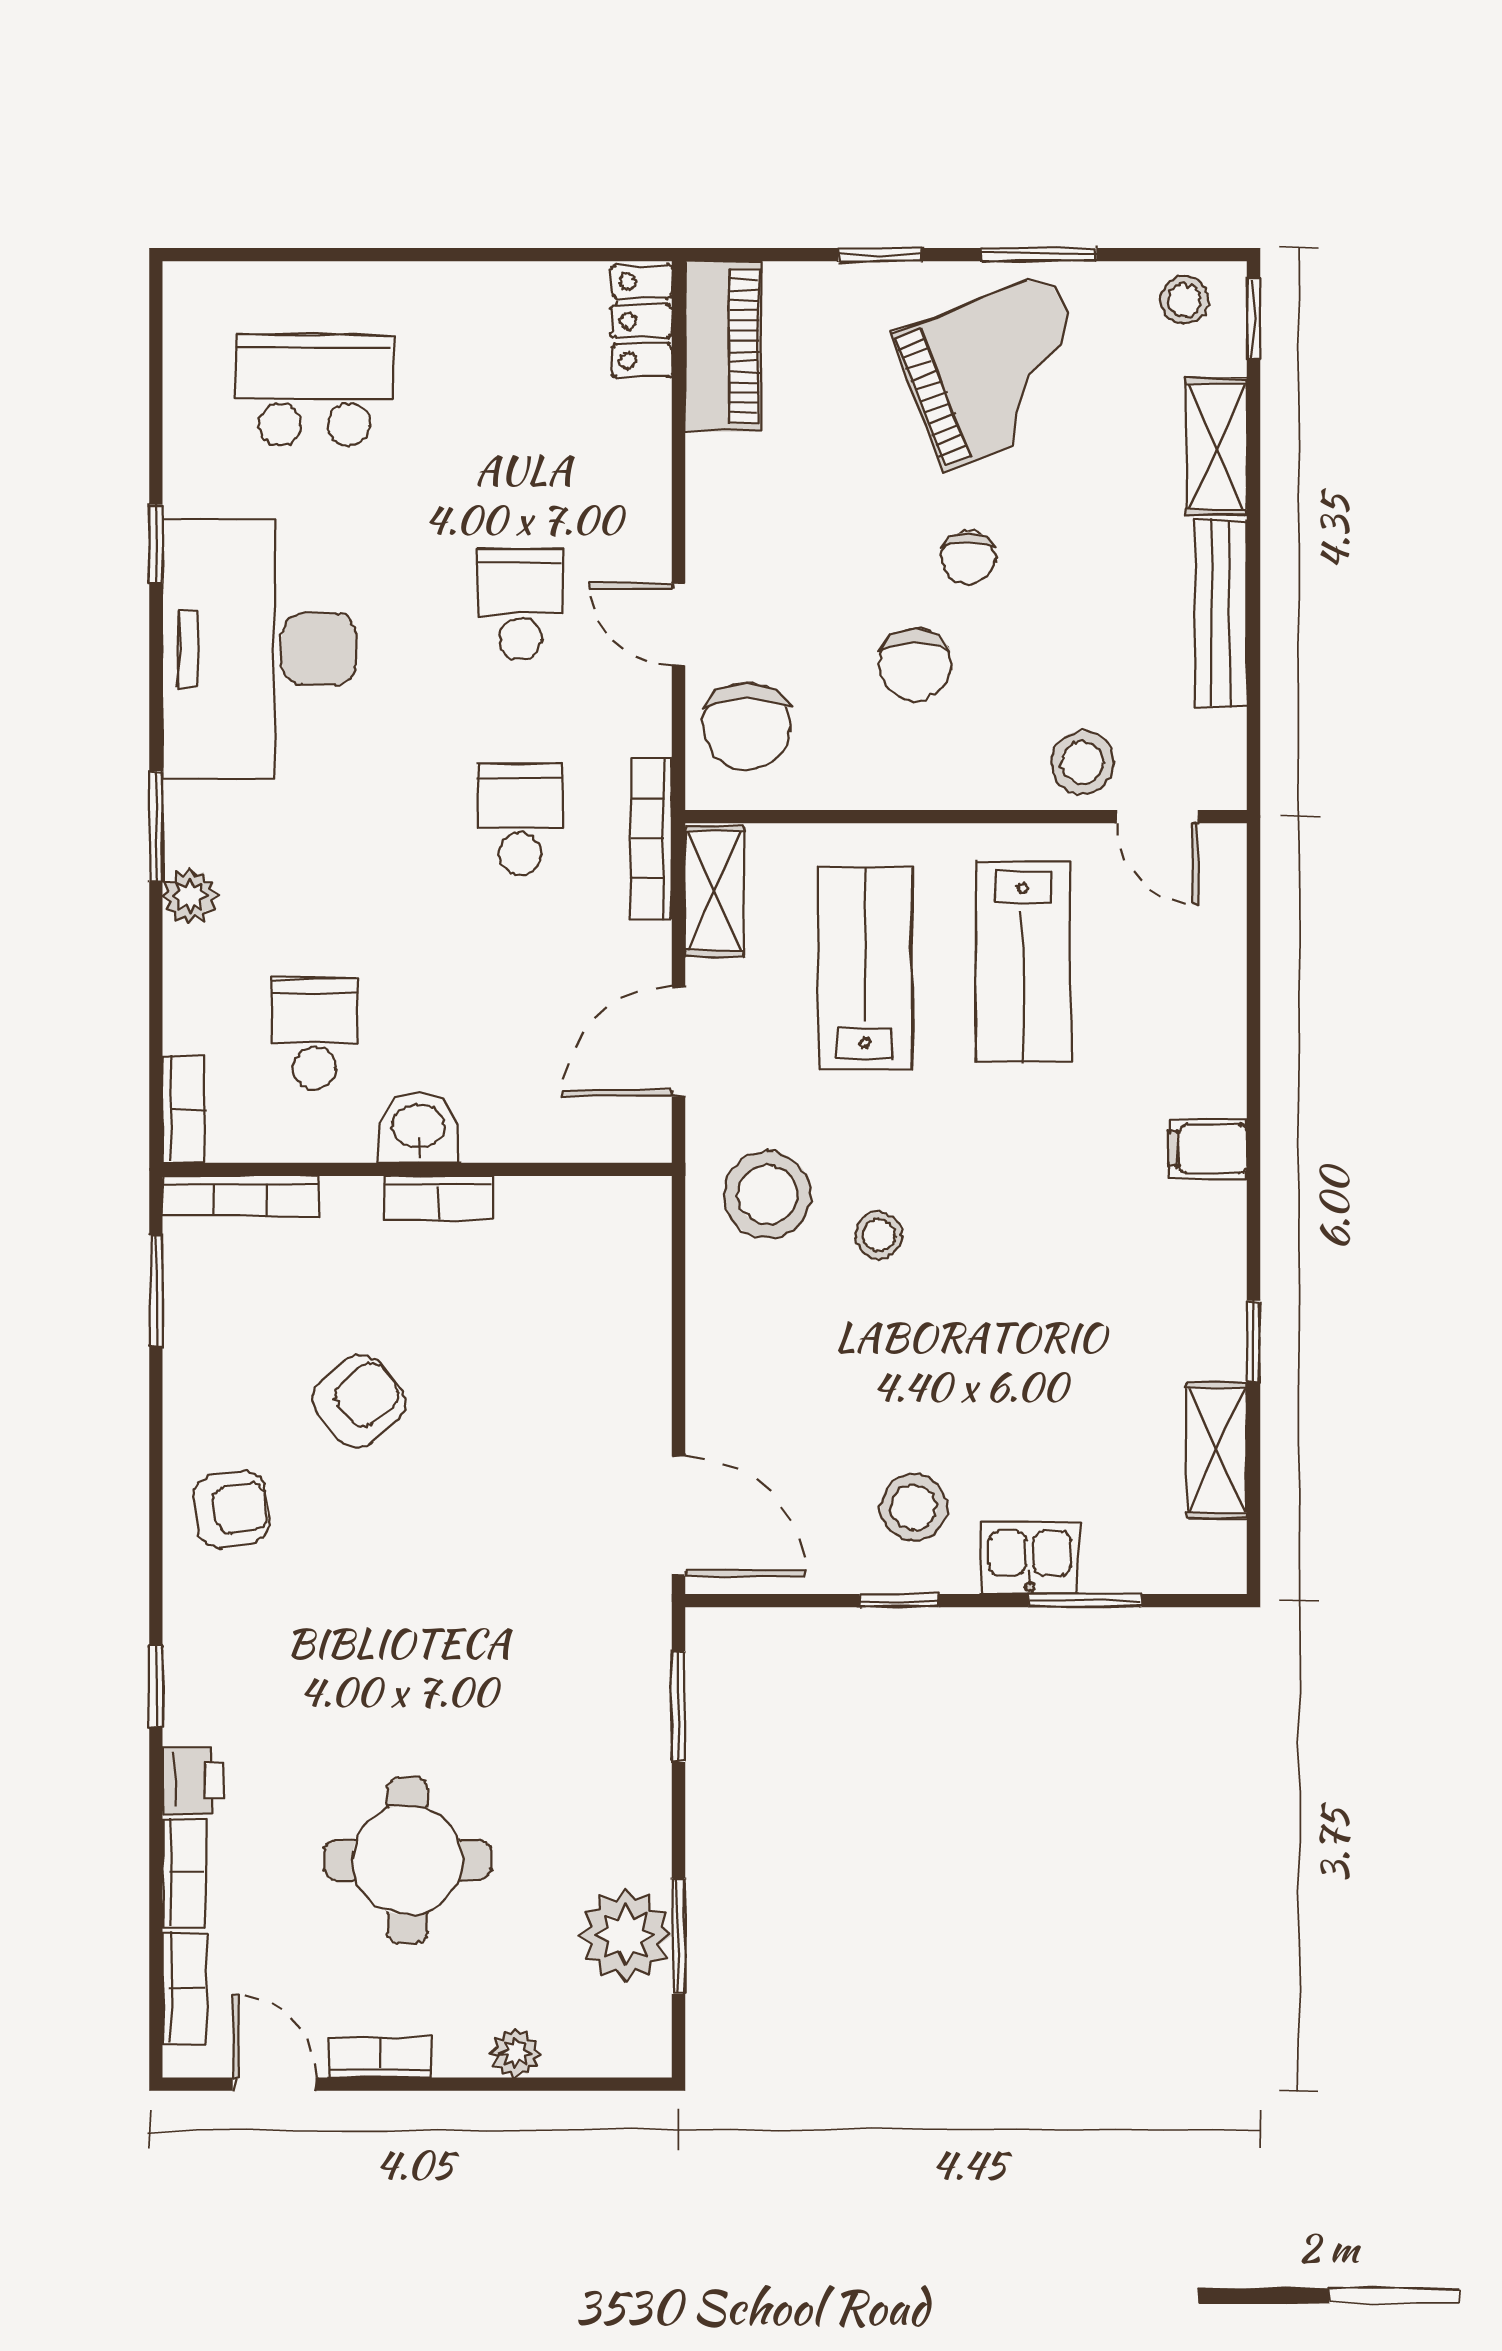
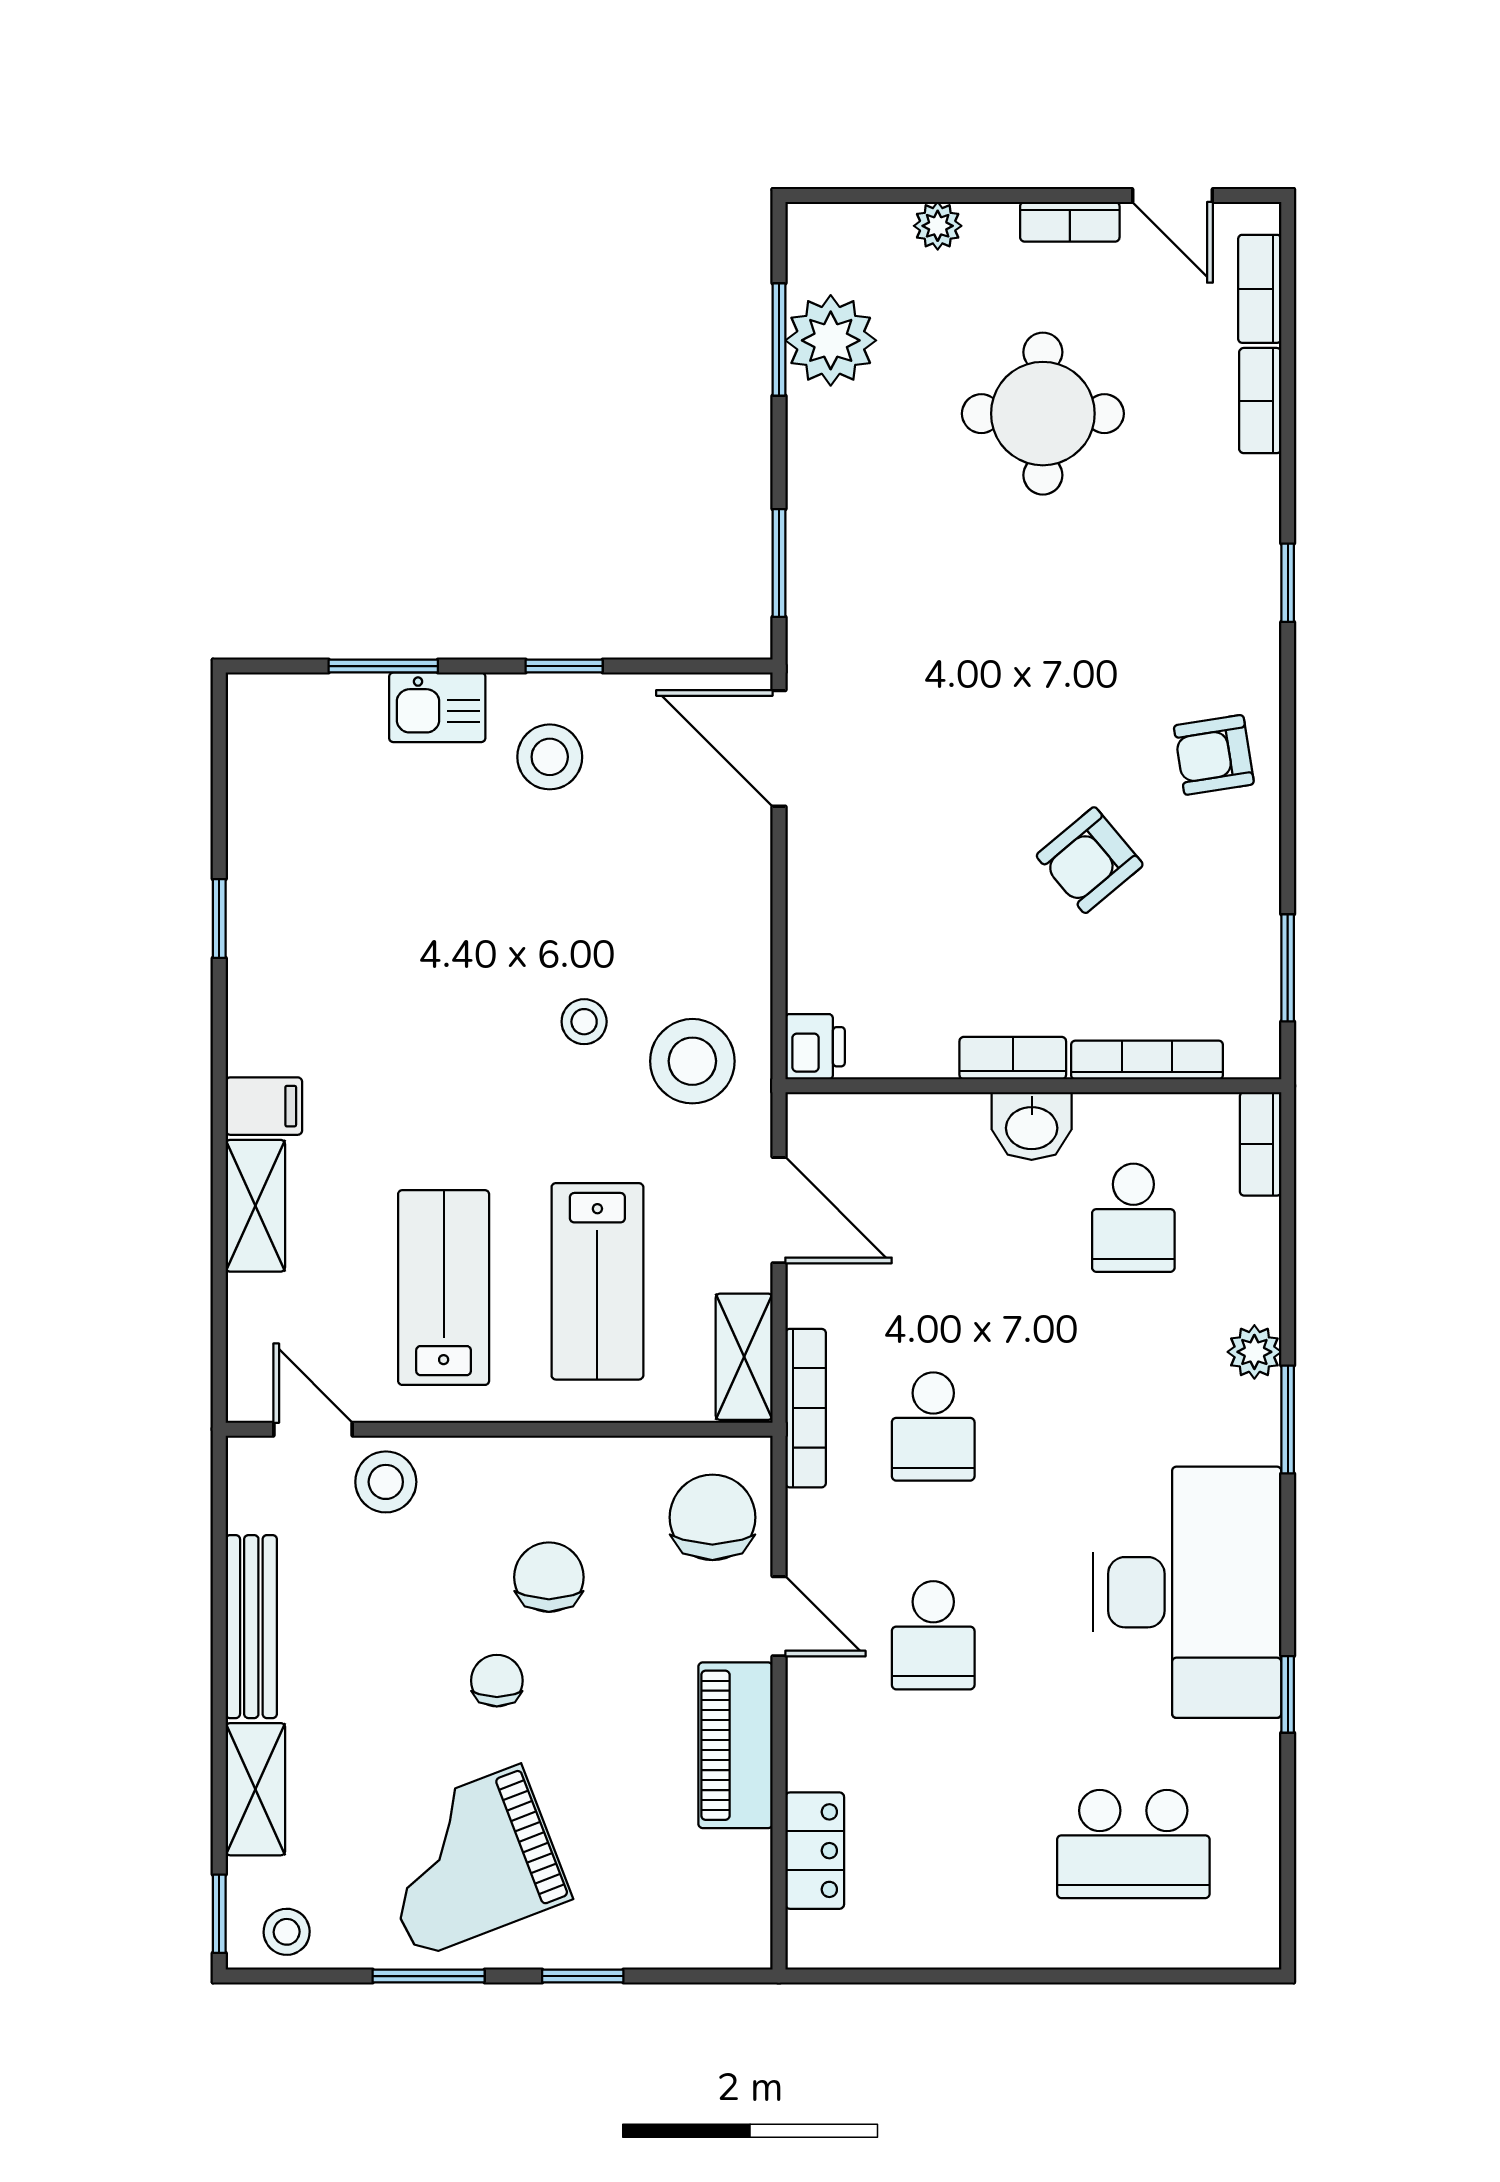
locker: (642, 321) -> (815, 1851), moved
piano: (723, 346) -> (735, 1745), moved
door: (678, 1042) -> (779, 1210), hinge flipped
bookcase: (240, 1196) -> (1147, 1060), moved
shelving: (1216, 1450) -> (255, 1206), moved
printer: (193, 1781) -> (815, 1047), moved, turned 180

